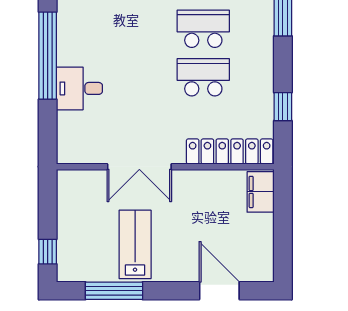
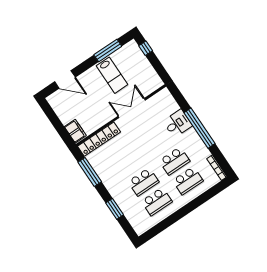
school desk: (203, 77) -> (174, 161), moved
window: (283, 107) -> (90, 172), width x2.17

